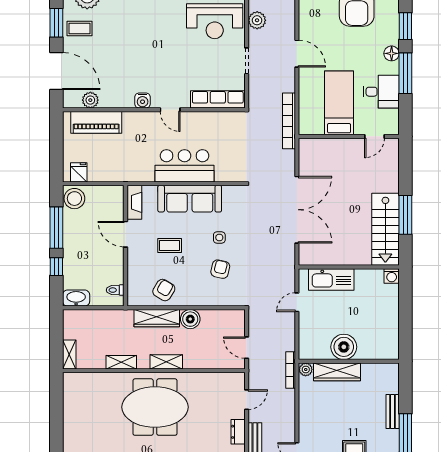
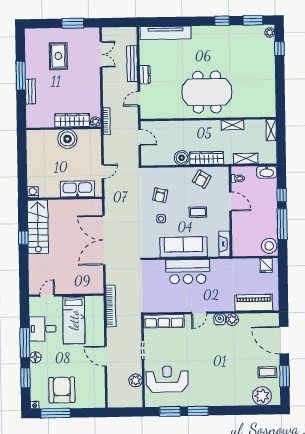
plant: (90, 100) -> (232, 320), moved
door: (170, 110) -> (199, 313), swing flipped
window: (405, 215) -> (23, 238), width x0.46
door: (126, 234) -> (230, 201), moved
shelving: (166, 362) -> (246, 159), moved

